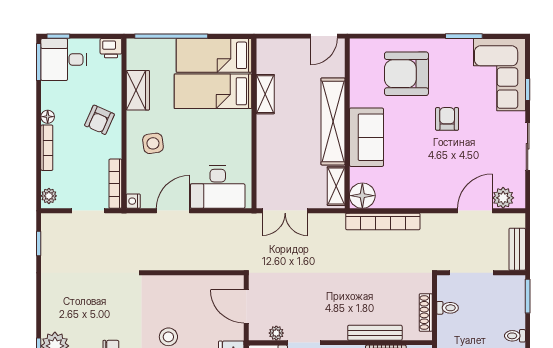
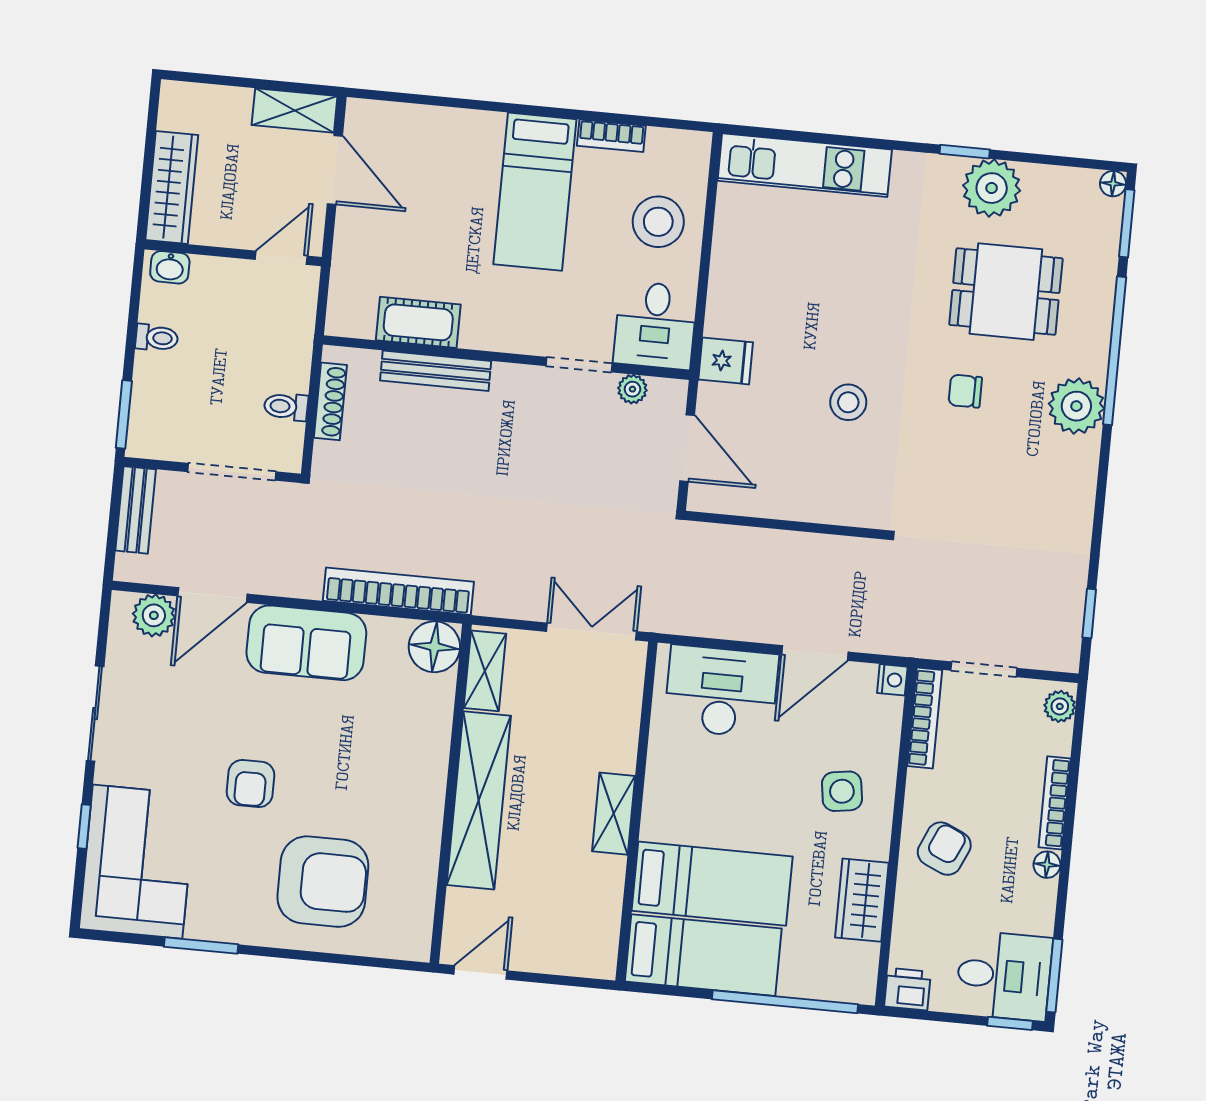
shelving: (265, 94) -> (614, 814), moved
sofa: (366, 137) -> (306, 643), moved, turned -90

